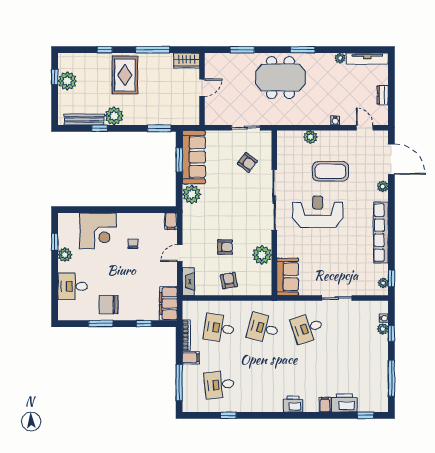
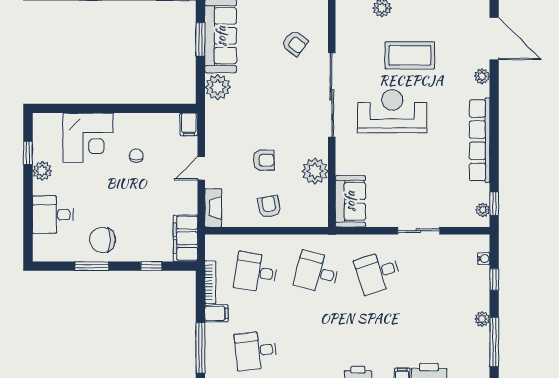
plant: (383, 329) -> (482, 319), moved

